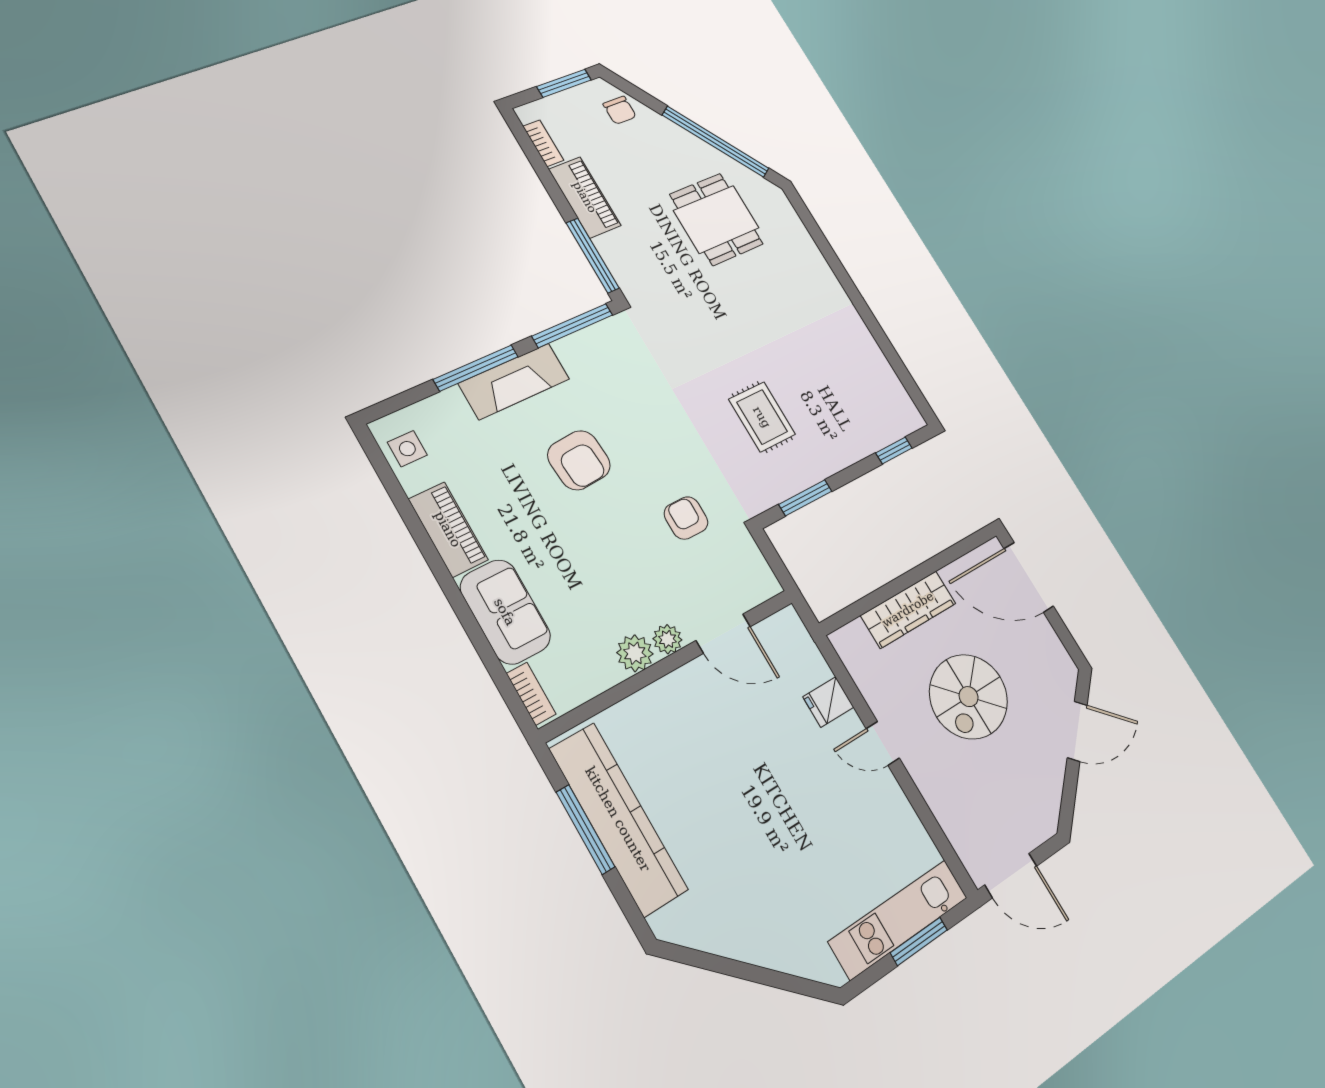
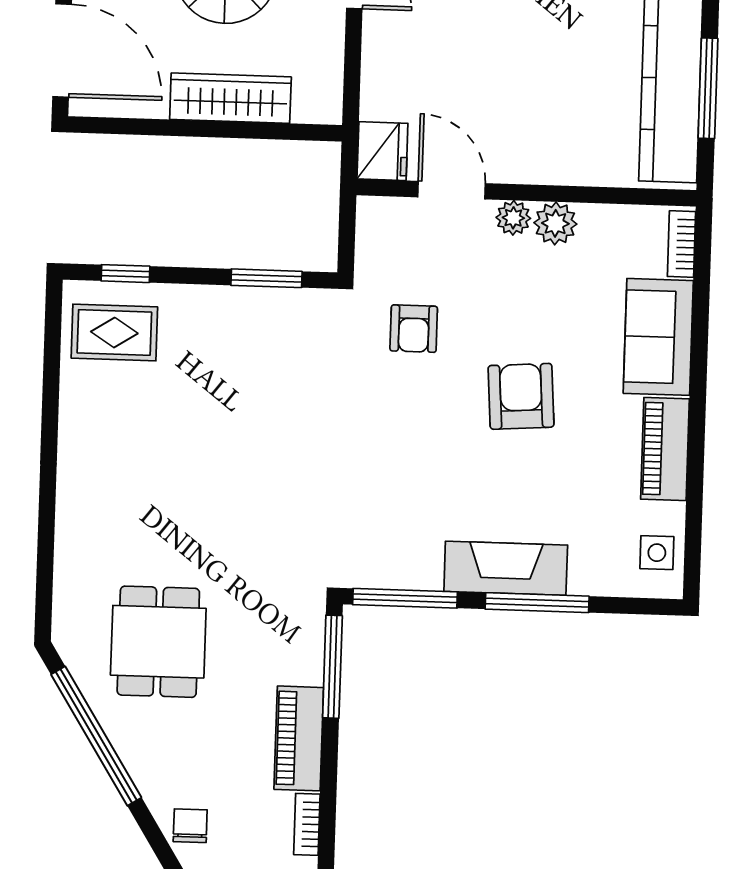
rug: (762, 417) -> (114, 333), moved, turned 90
armchair: (579, 460) -> (521, 396), moved
fridge: (828, 702) -> (382, 151), moved, width x1.38

